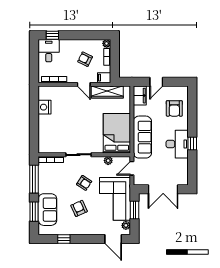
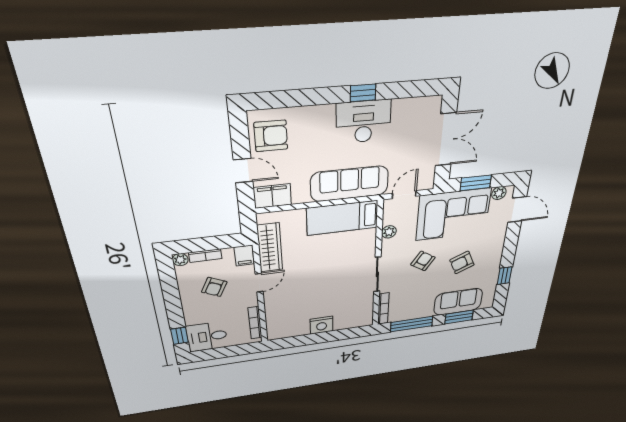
nightstand: (45, 107) -> (322, 325), moved
armchair: (174, 108) -> (271, 136), moved
bed: (117, 133) -> (342, 218), width x0.67
door: (132, 168) -> (404, 195), swing flipped
door: (113, 239) -> (517, 210), hinge flipped

